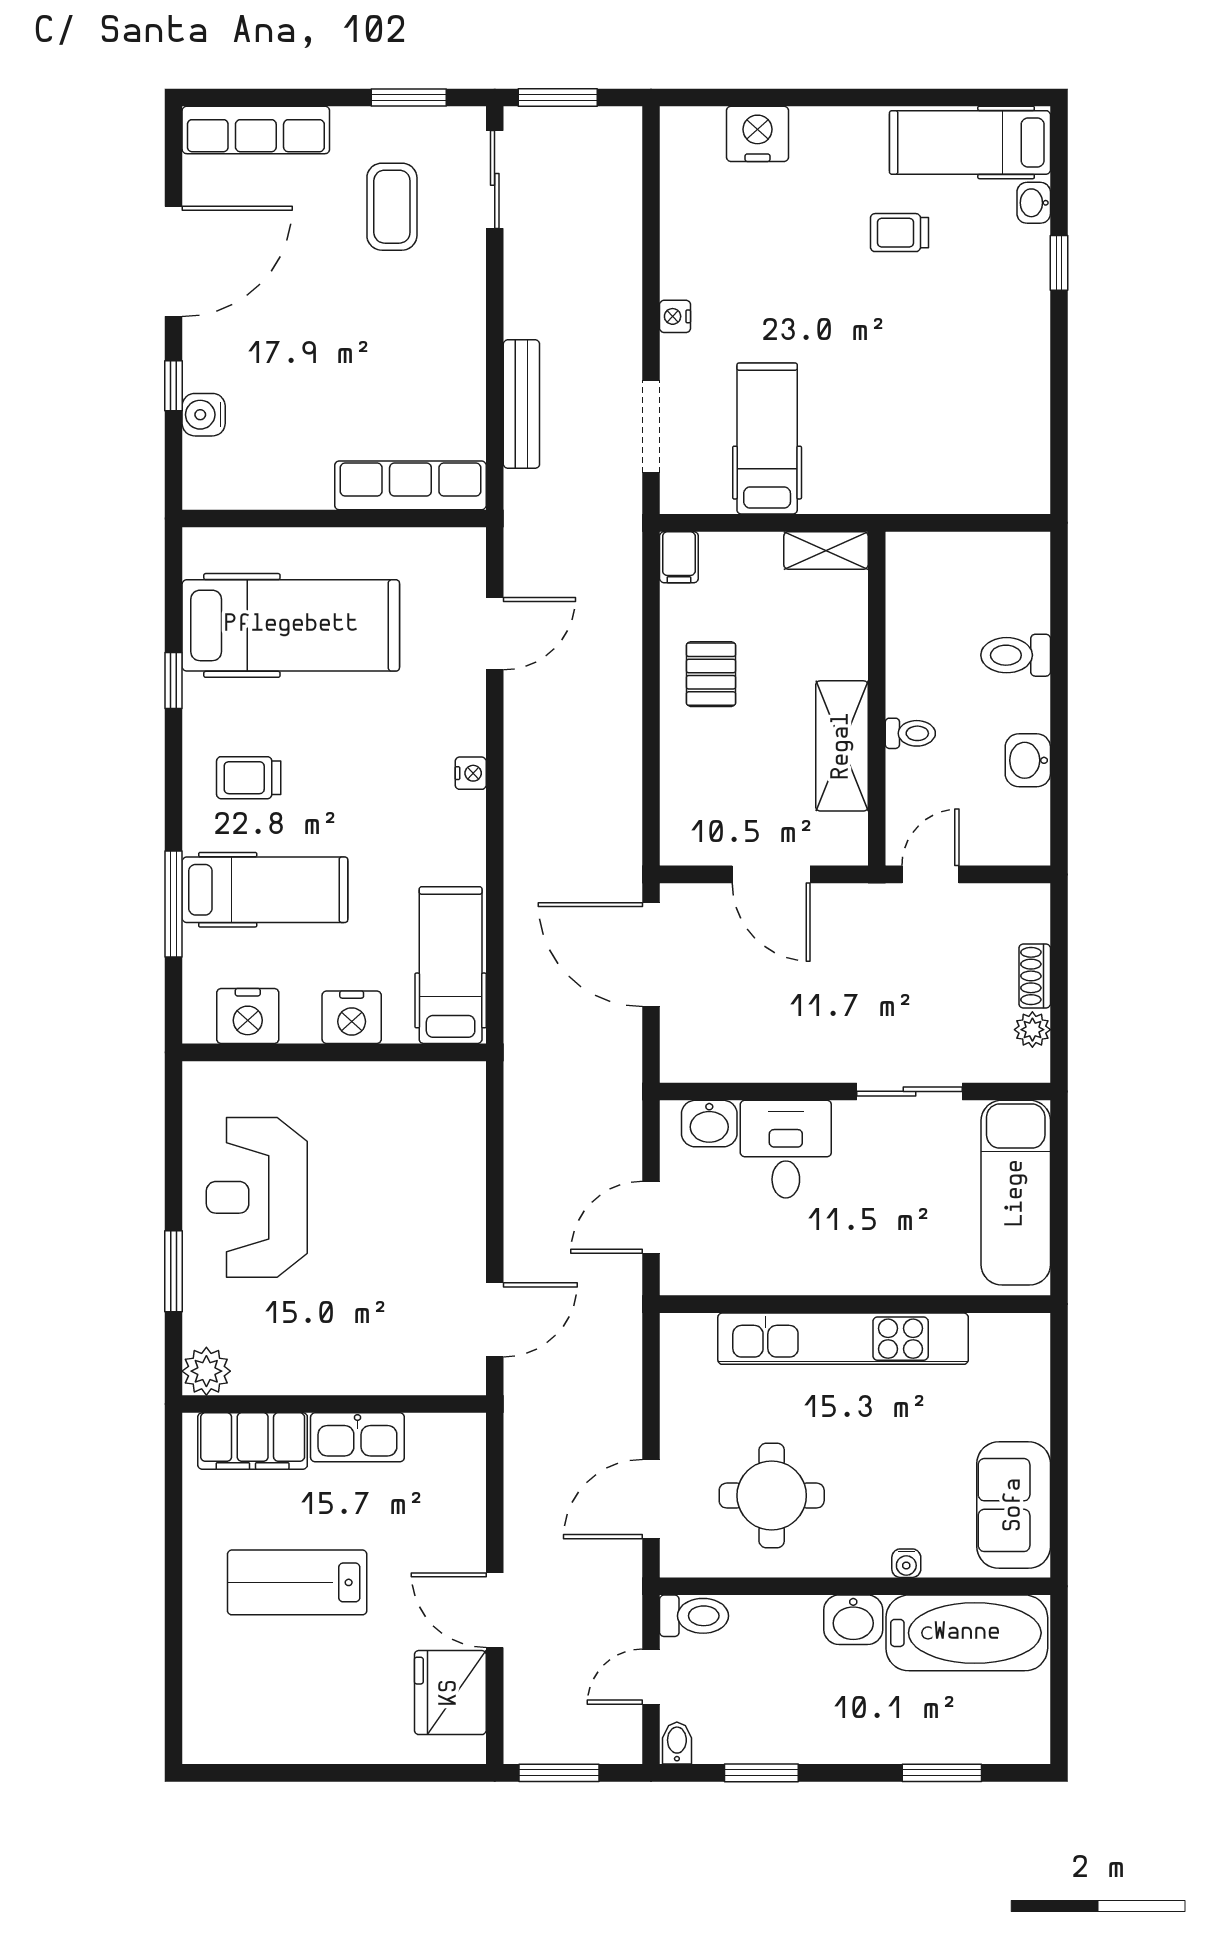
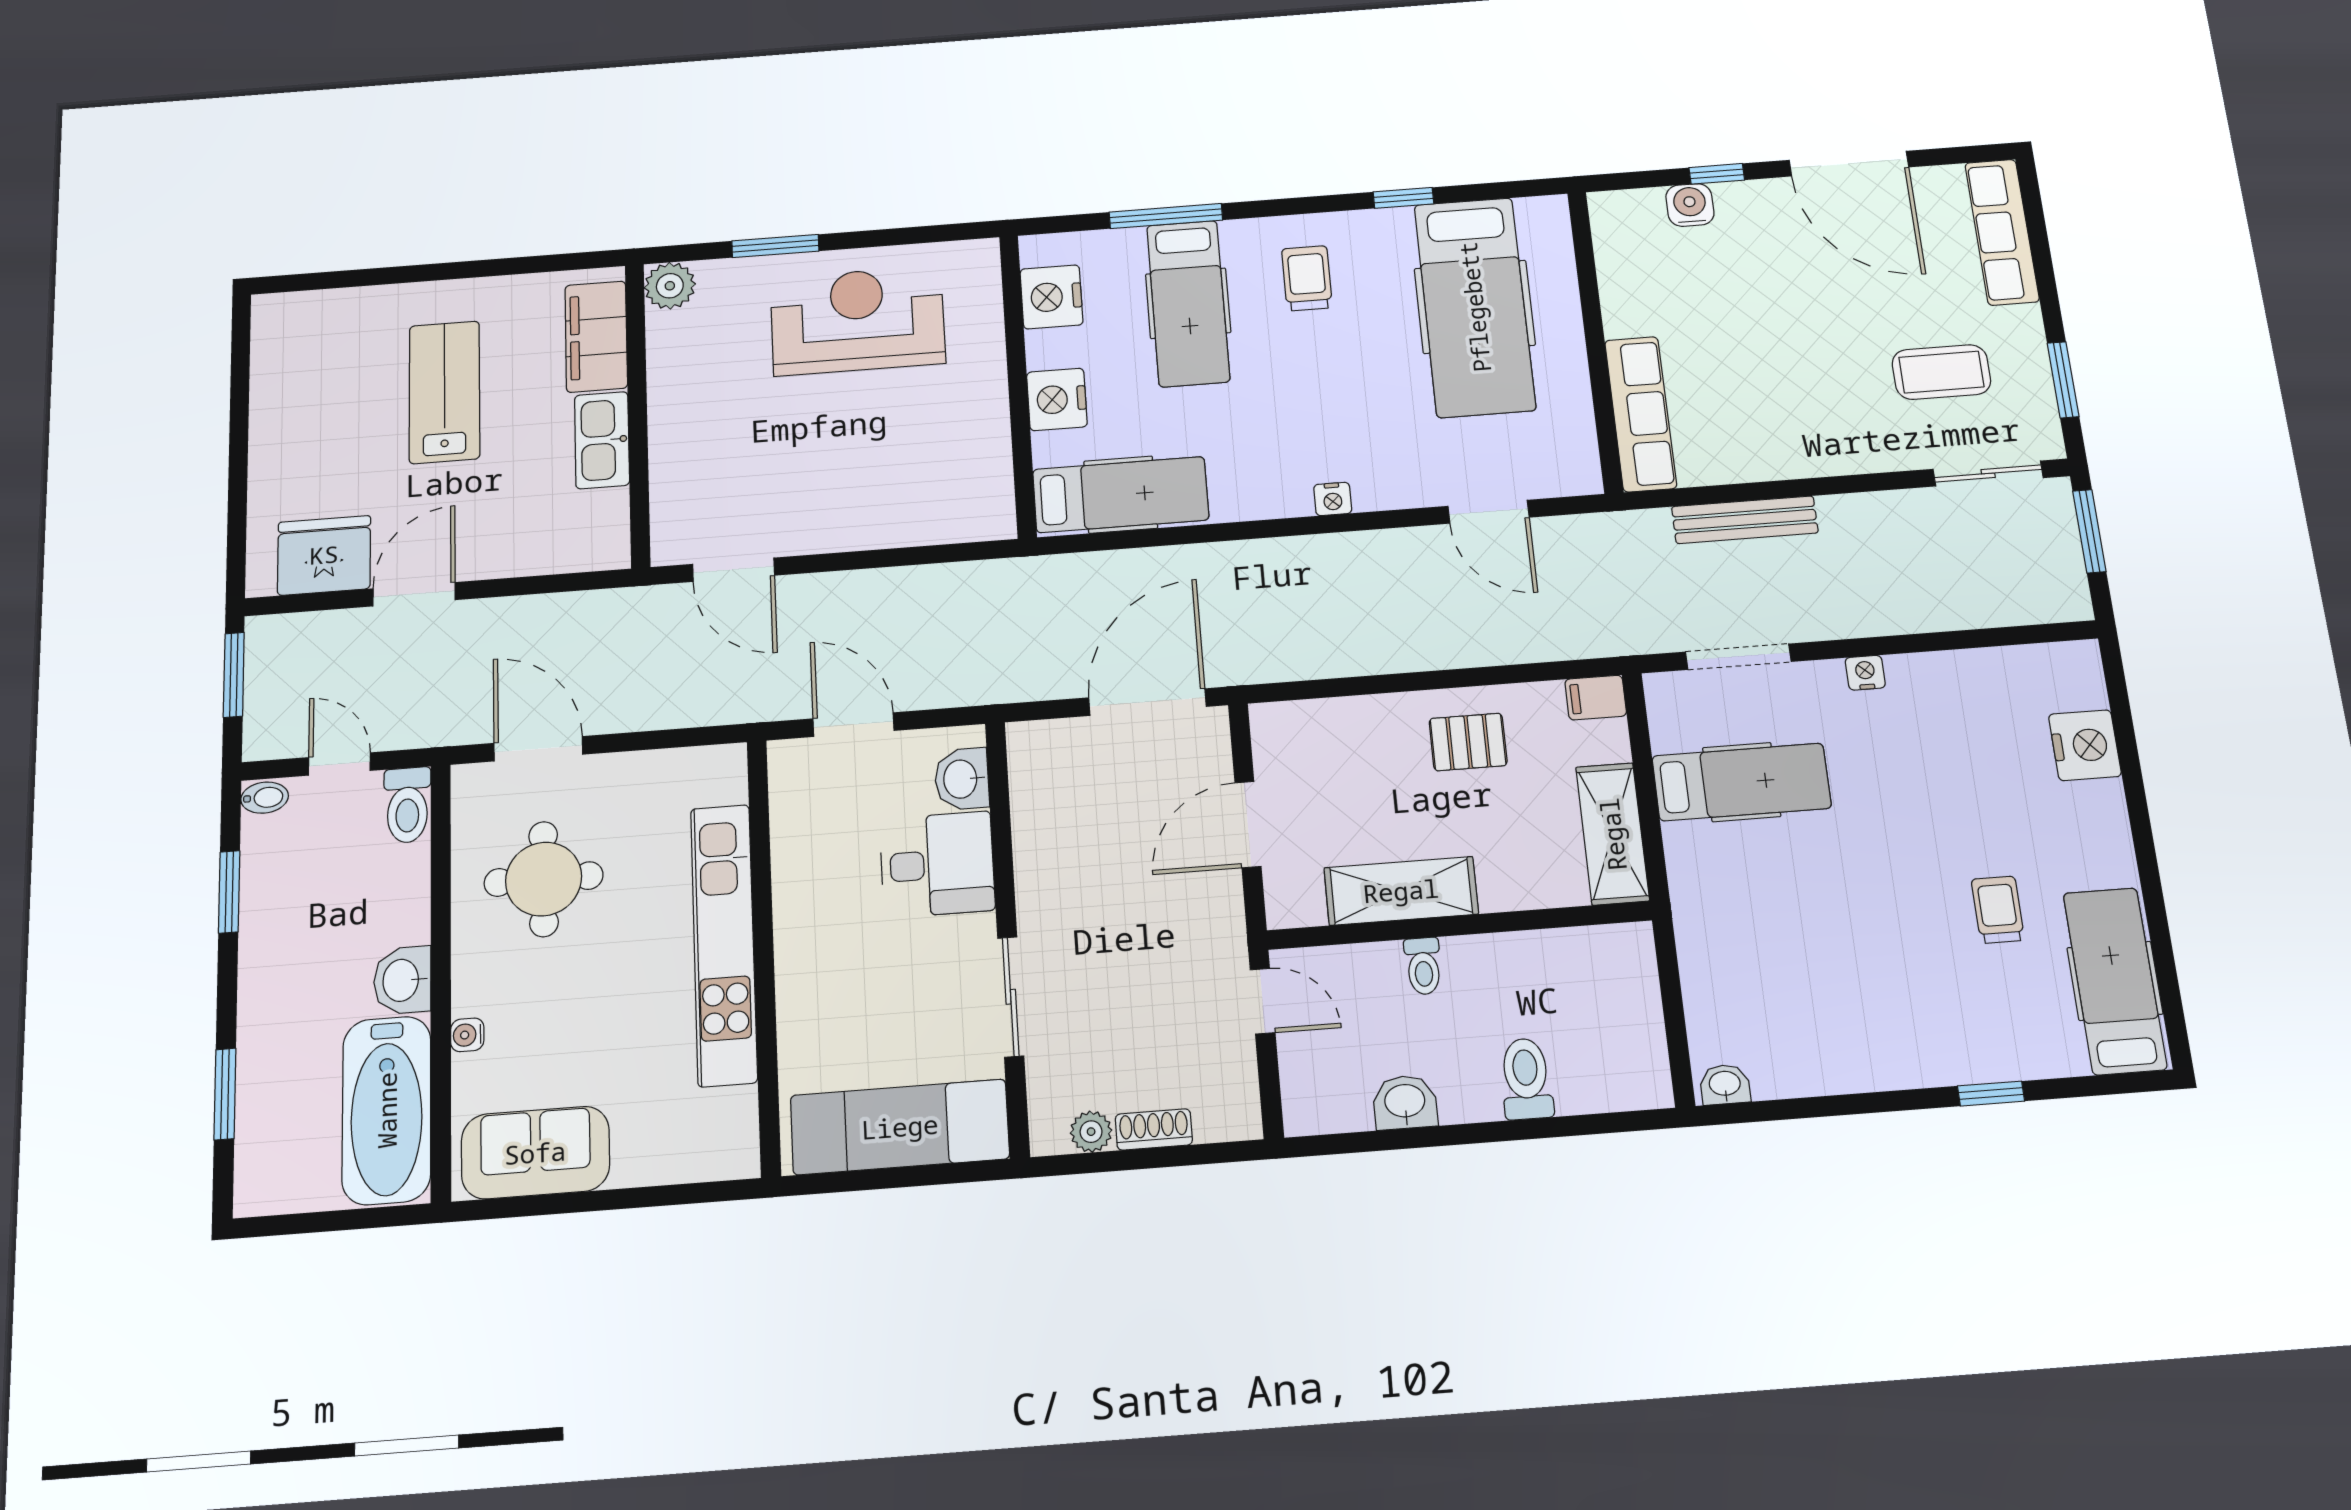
washbasin: (1034, 203) -> (1725, 1084), moved
shelving: (826, 550) -> (1613, 834), width x1.50, depth x1.33

